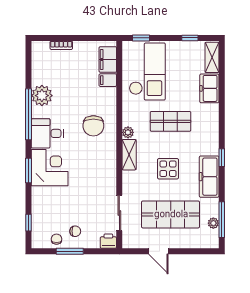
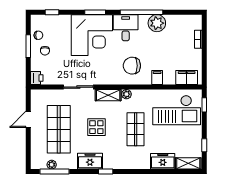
filing cabinet: (108, 80) -> (157, 78), moved
corner desk: (50, 168) -> (92, 35), width x1.36, depth x1.36
freezer: (209, 177) -> (90, 161), width x0.71
sliding door: (119, 213) -> (78, 87), moved

